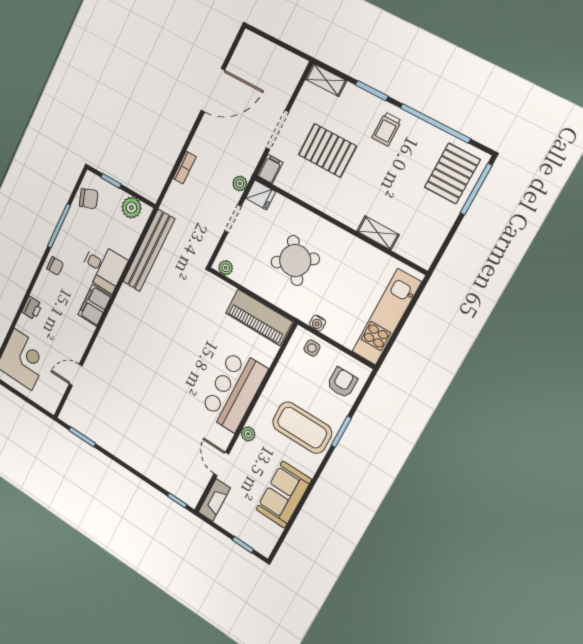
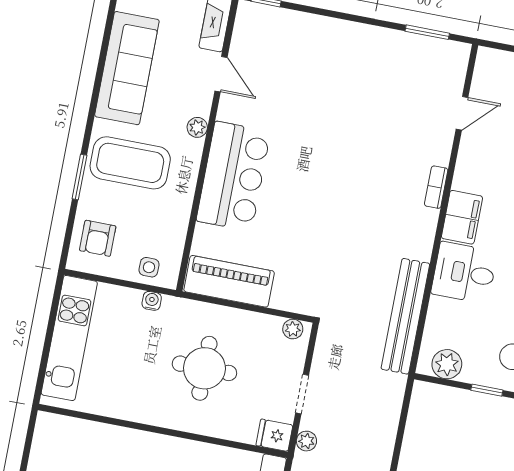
bookcase: (184, 168) -> (436, 187), moved
shelving: (378, 233) -> (112, 436), removed
round table: (295, 261) -> (204, 368), turned 34
sofa: (284, 495) -> (127, 68), width x1.36

